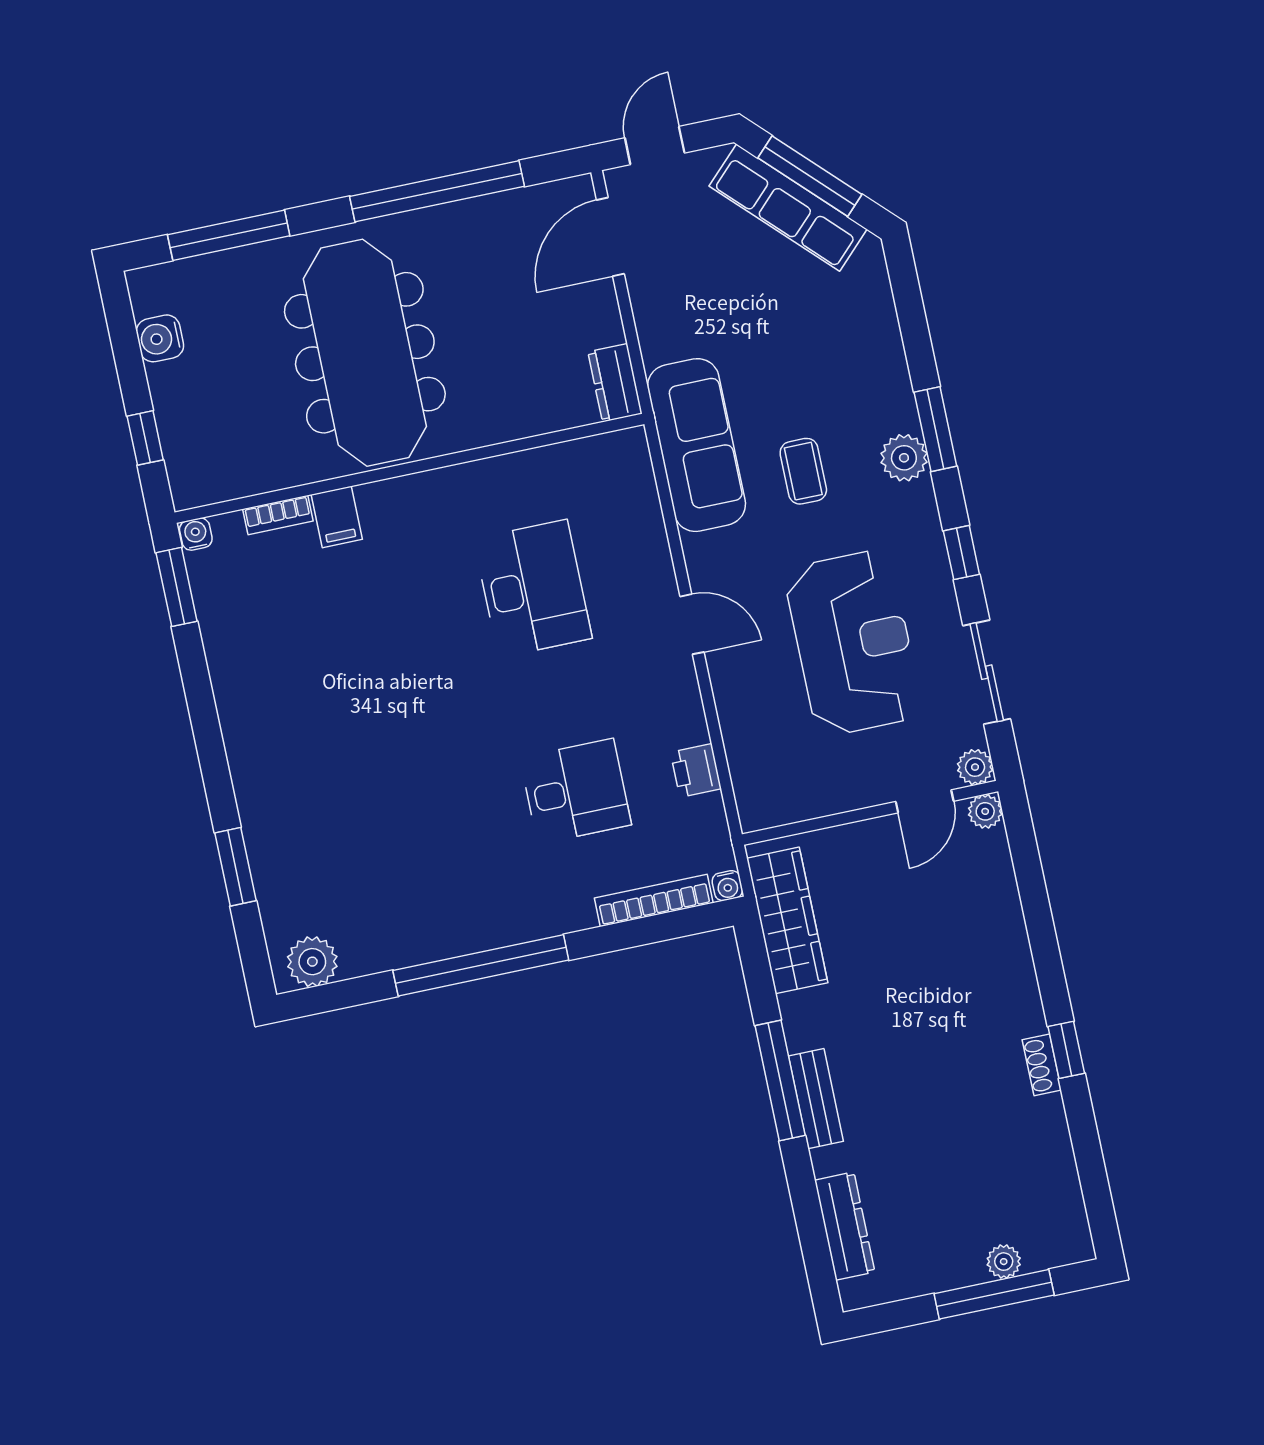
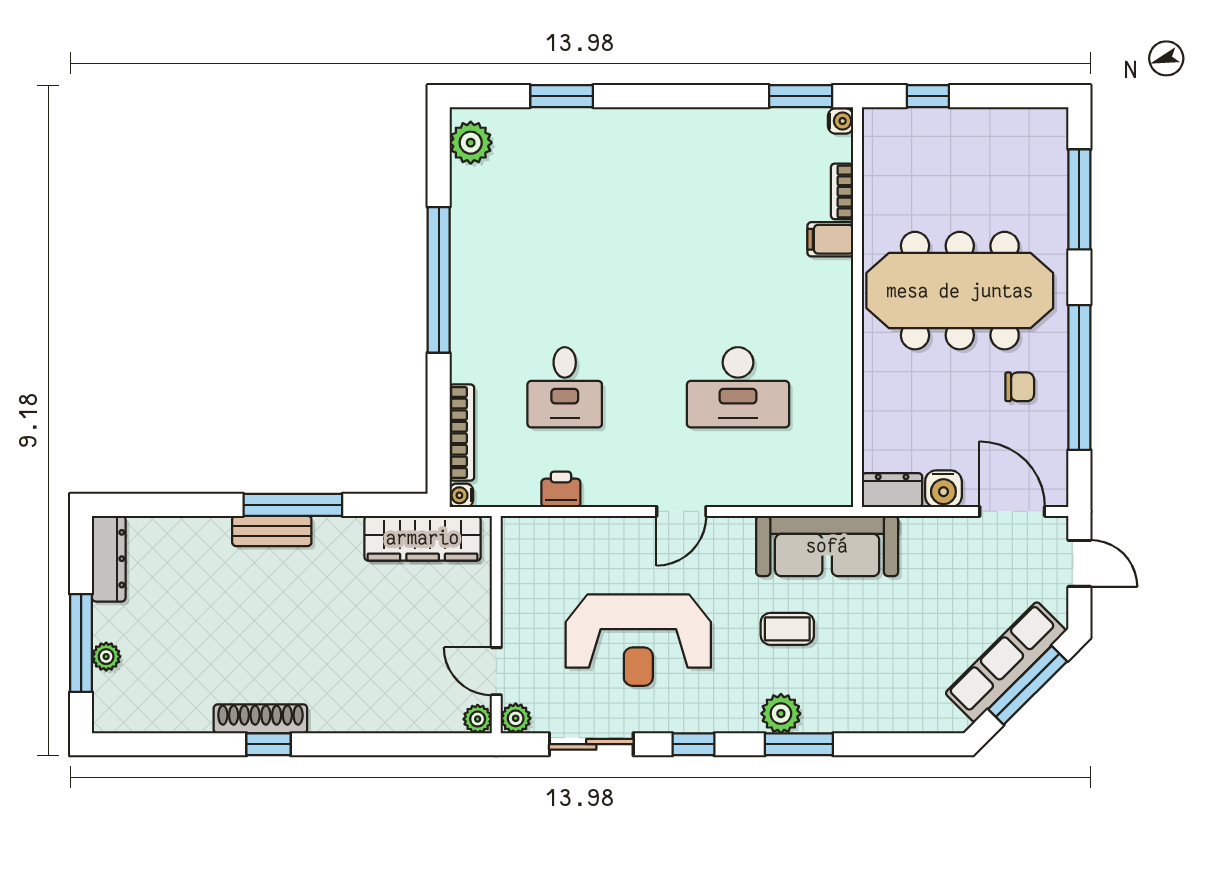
chair: (463, 259) -> (1020, 387), added
water cooler: (160, 338) -> (943, 489), moved, turned 180
shoe rack: (1042, 1065) -> (260, 719), width x1.94, depth x1.24
dresser: (845, 1226) -> (109, 559), moved, turned -90

